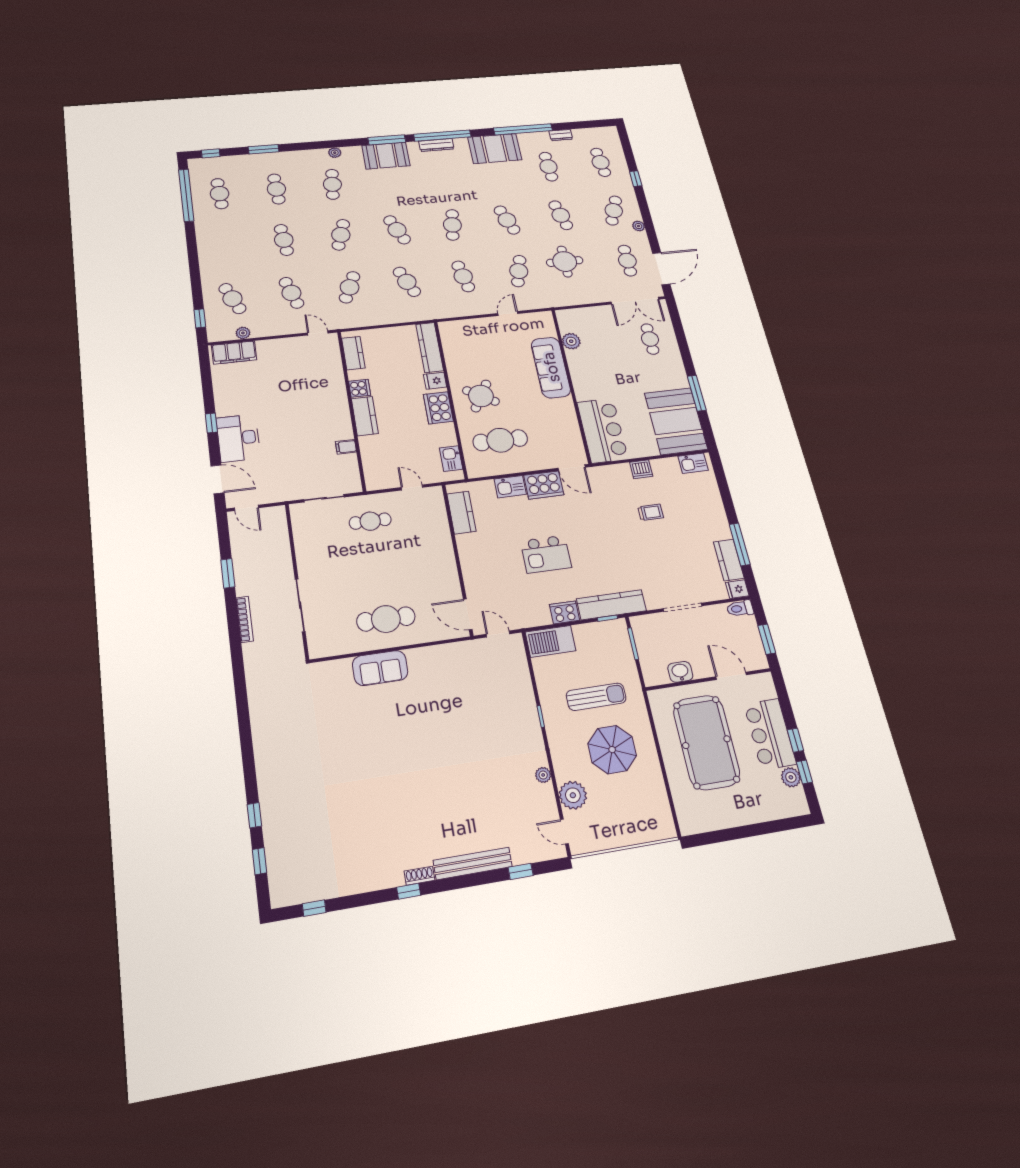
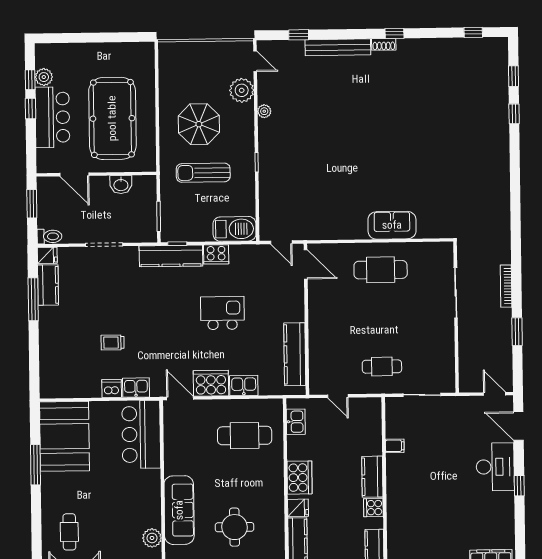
round table: (481, 396) -> (234, 527), moved, turned -31
kitchen sink: (693, 463) -> (136, 388), moved
kitchen counter: (461, 513) -> (295, 354), width x1.50

